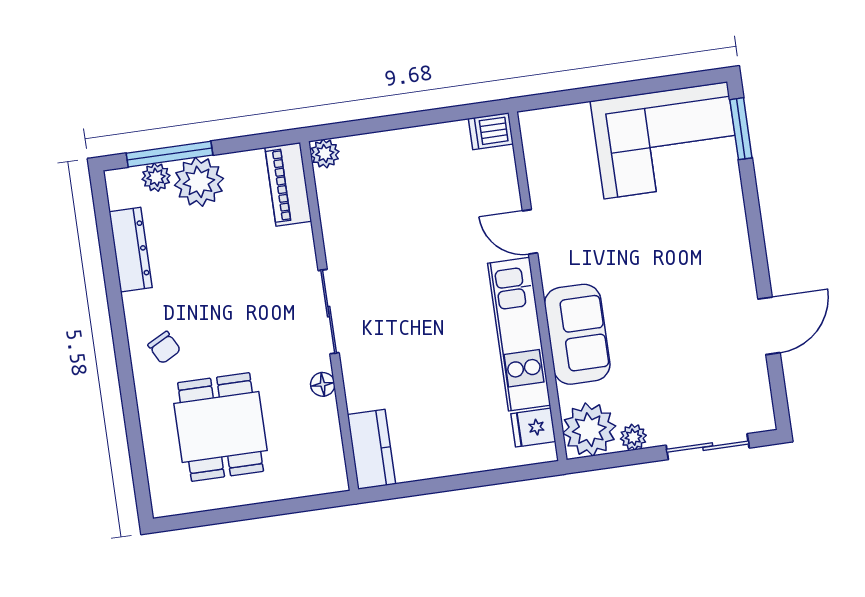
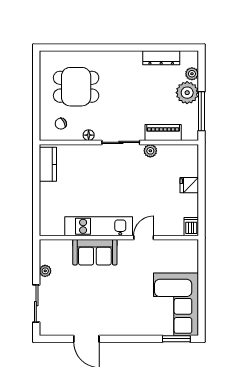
plant: (325, 153) -> (150, 151), moved
window: (169, 154) -> (201, 111), moved
piano: (288, 184) -> (163, 132), moved
chair: (164, 348) -> (61, 124), moved
fridge: (533, 428) -> (189, 185), moved, turned -90
plant: (589, 430) -> (51, 252), removed
kitchen counter: (371, 449) -> (48, 164), moved, turned -90

